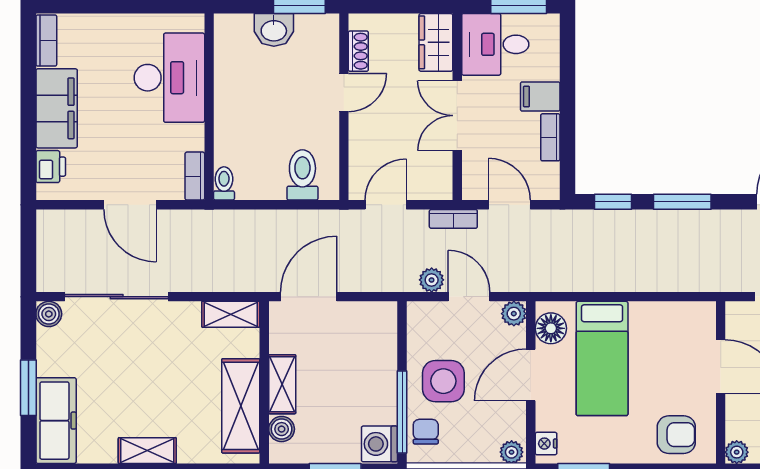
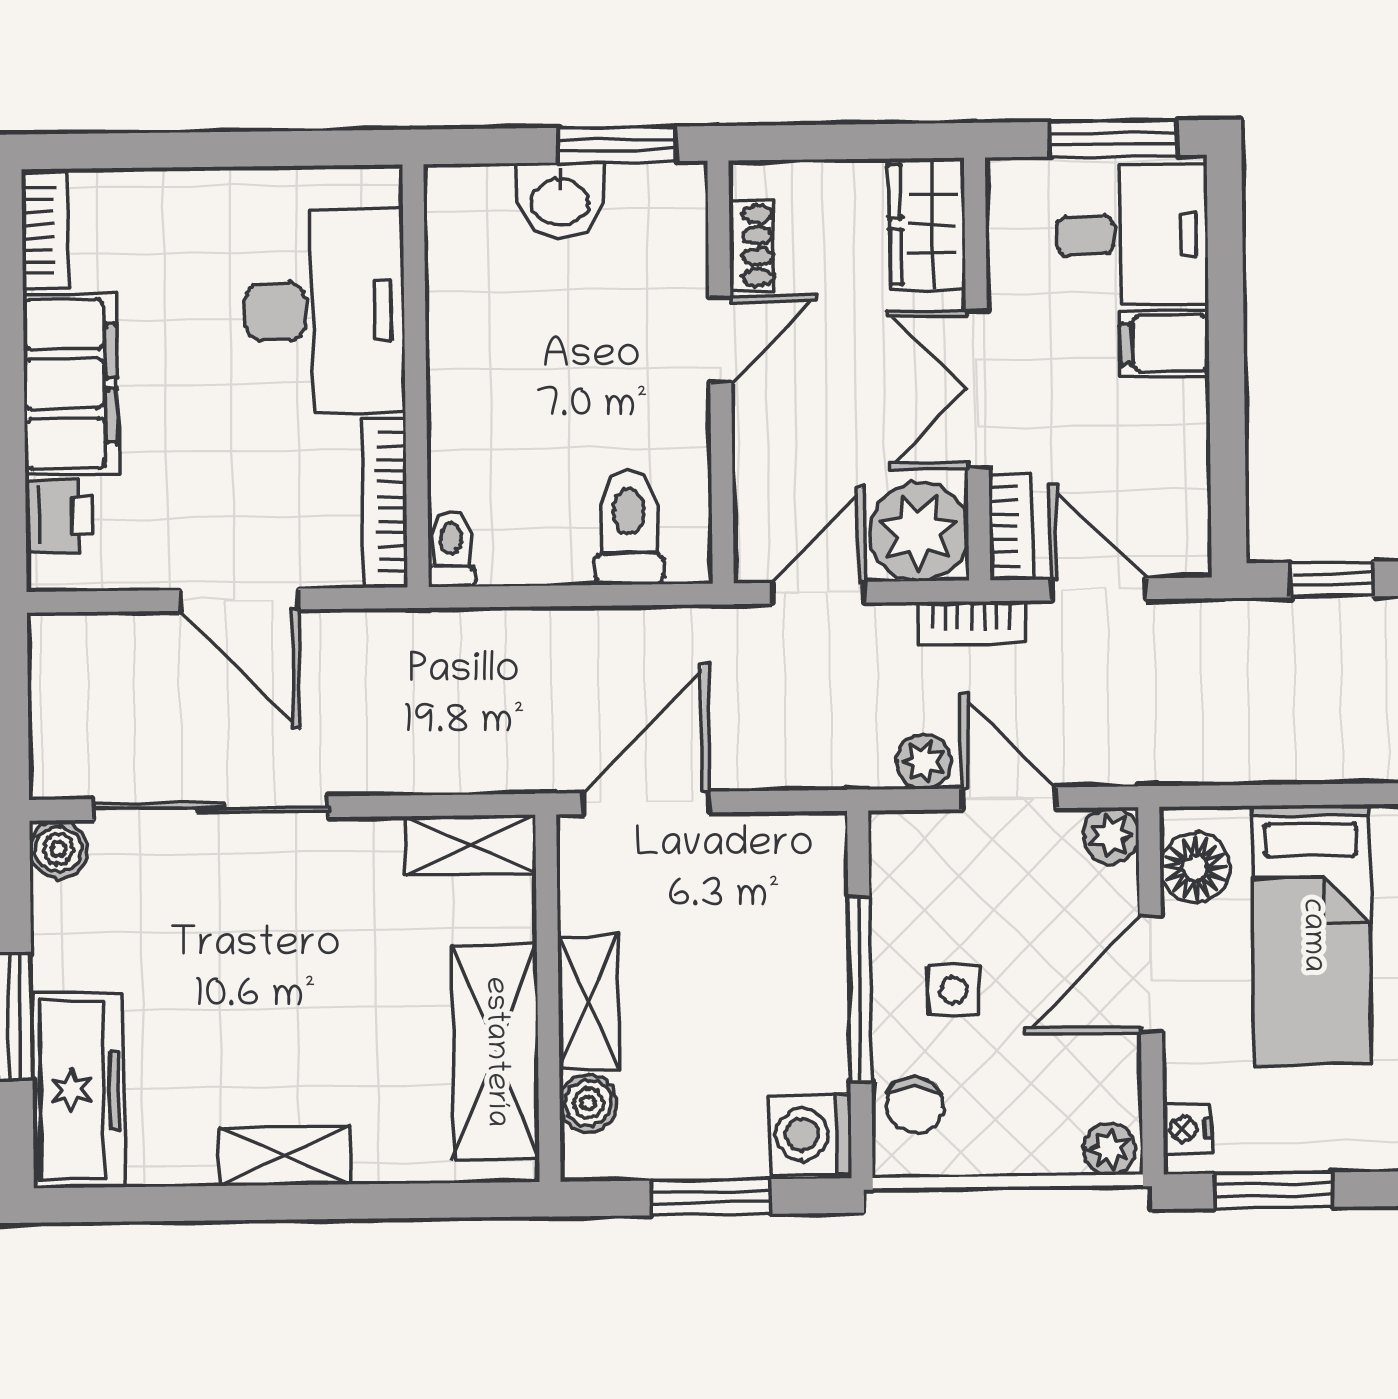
desk: (495, 44) -> (1132, 235), moved, turned 180
bookcase: (550, 137) -> (1011, 526), moved, turned 180
bookcase: (195, 176) -> (385, 502), width x1.56
plant: (431, 178) -> (919, 532), added
side table: (443, 381) -> (953, 990), width x0.54, depth x0.54
window: (402, 412) -> (860, 989), moved
chair: (426, 432) -> (915, 1105), turned 180

